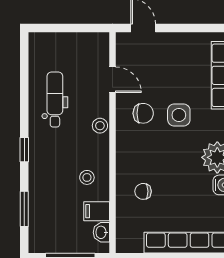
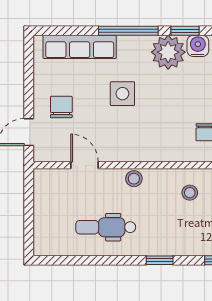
door: (112, 80) -> (84, 165), hinge flipped
chair: (143, 113) -> (61, 107), moved

